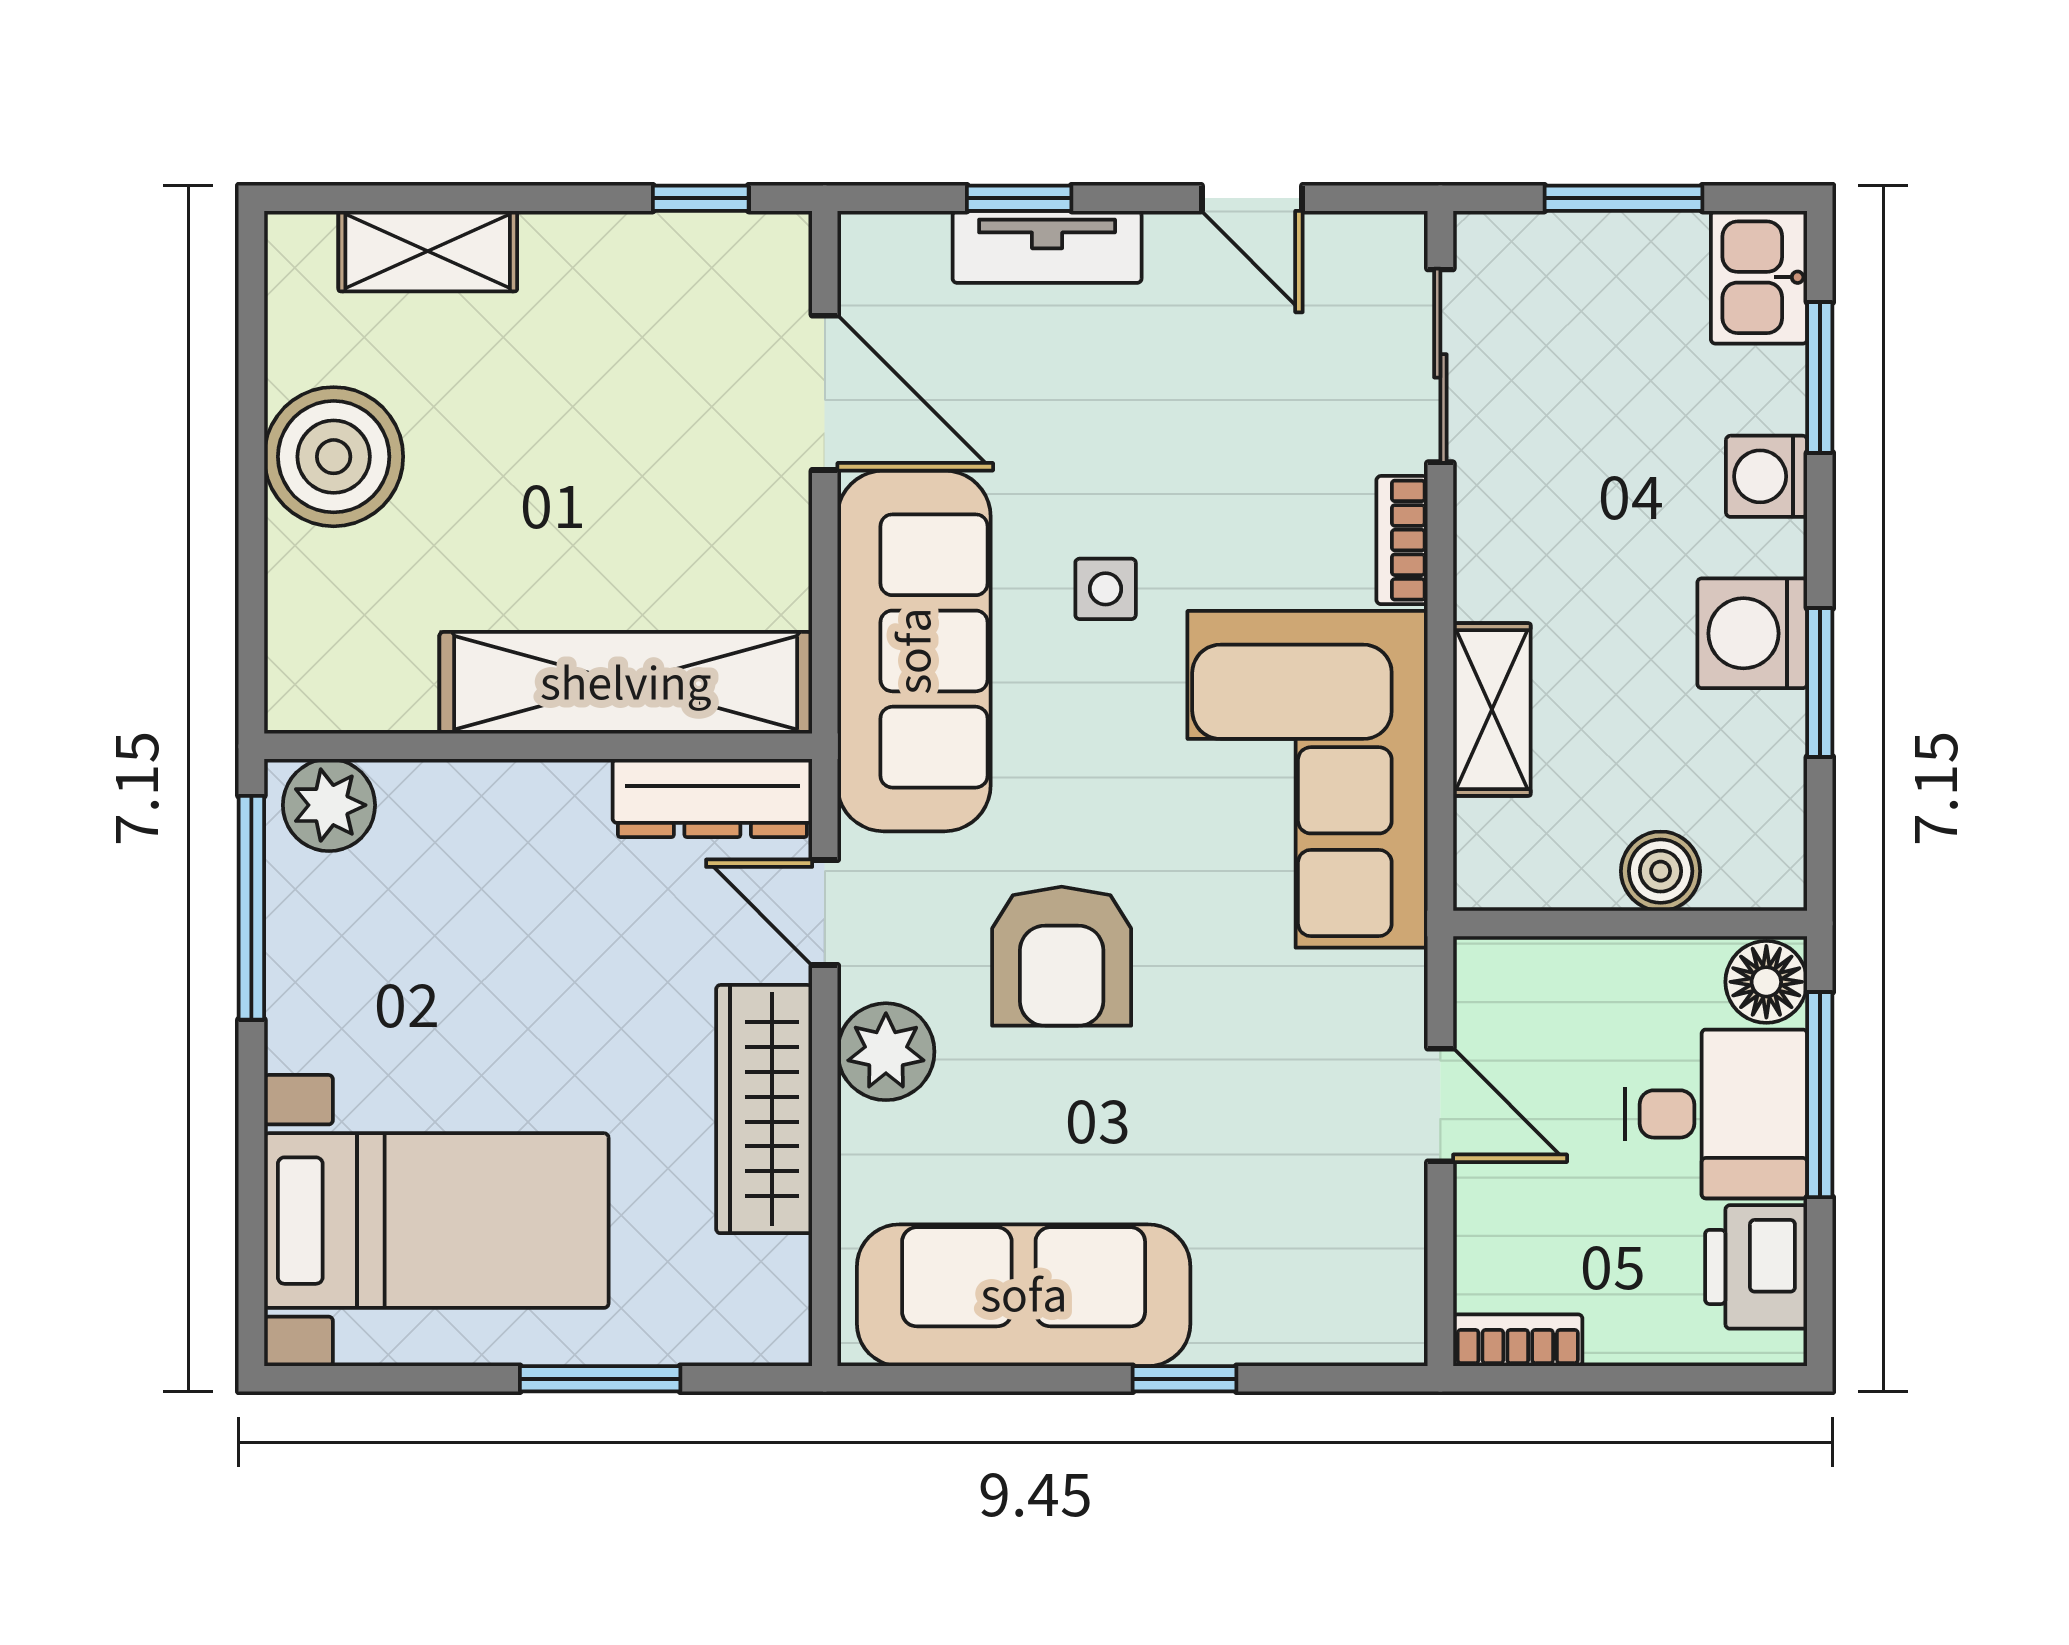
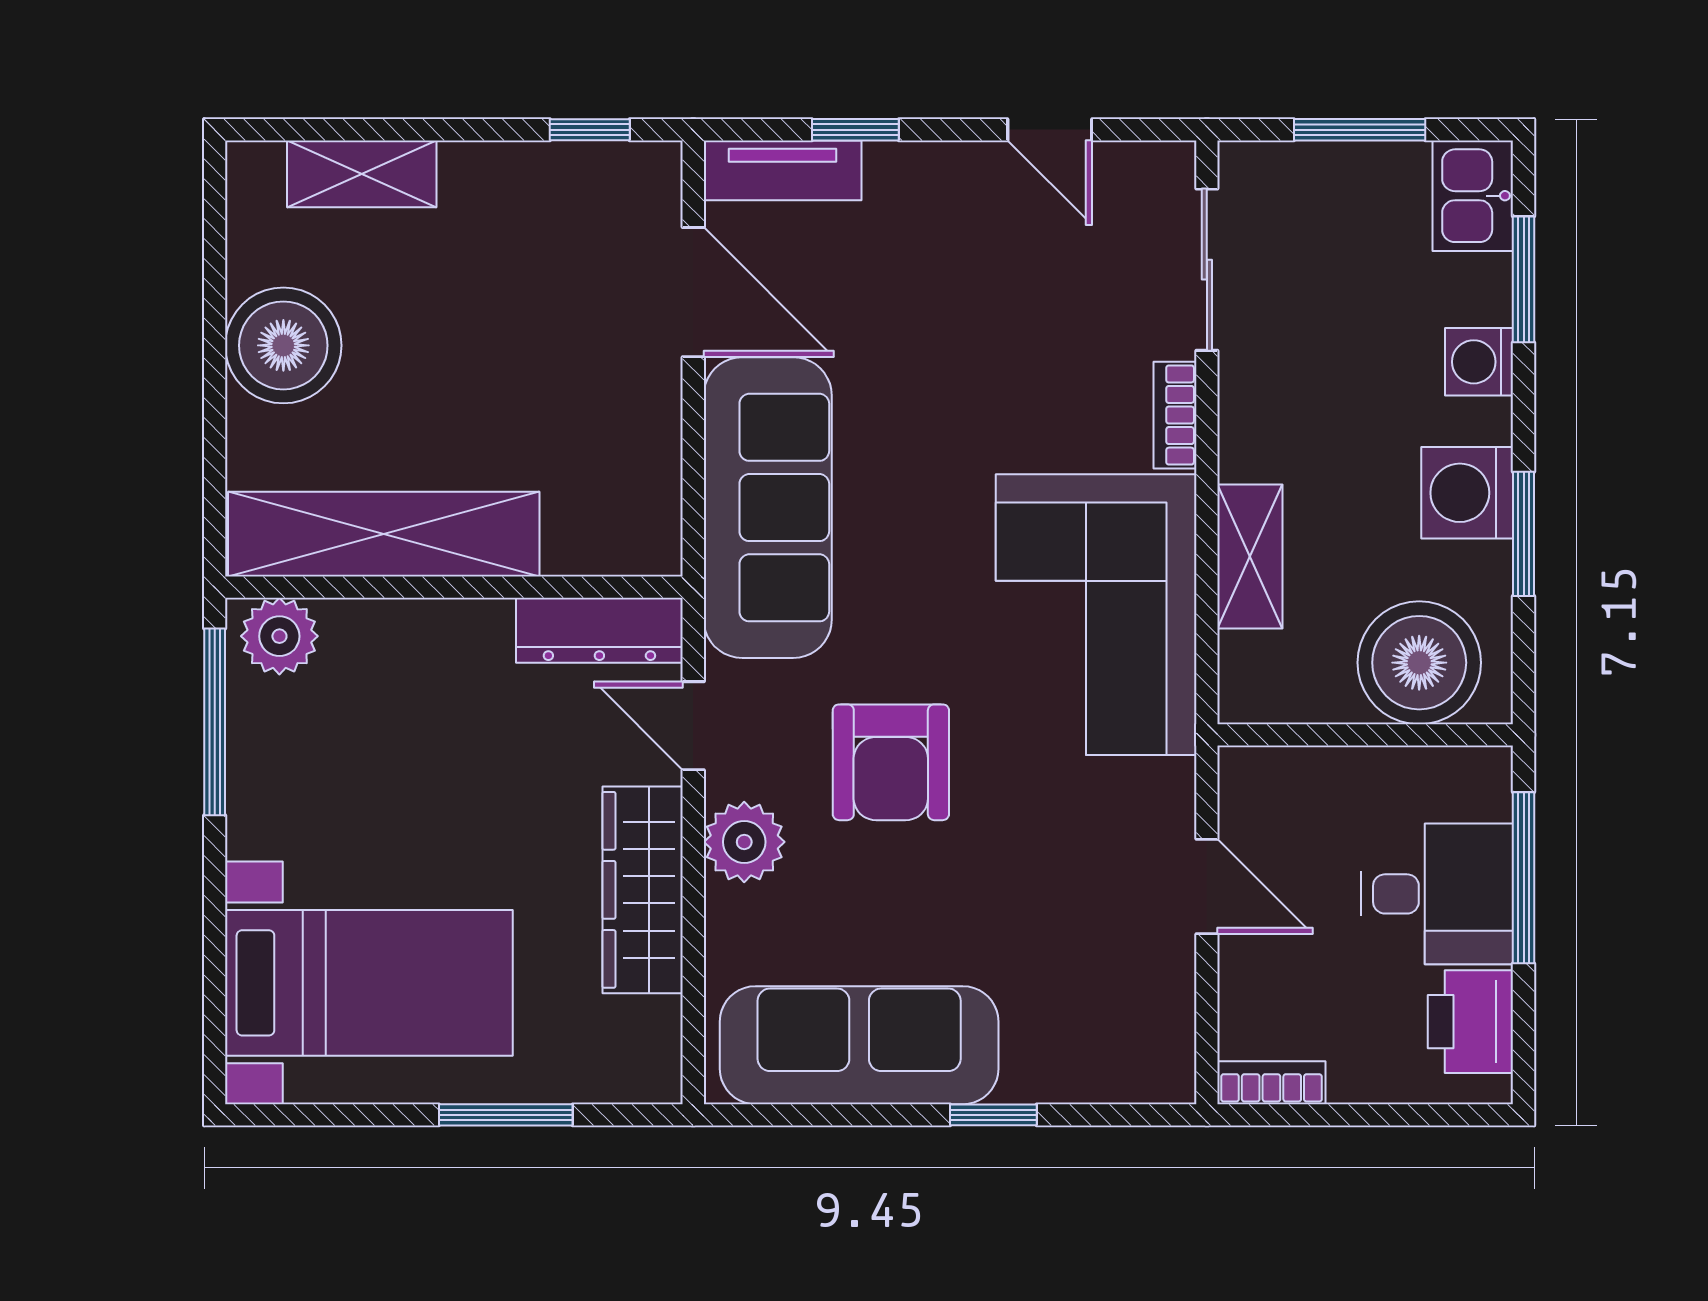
tv unit: (1047, 247) -> (783, 170), moved
side table: (1106, 589) -> (927, 456), removed
shelving: (626, 683) -> (384, 534), moved
boiler: (1661, 871) -> (1419, 663), width x1.86, depth x1.86
floor lamp: (1766, 982) -> (1479, 784), removed

